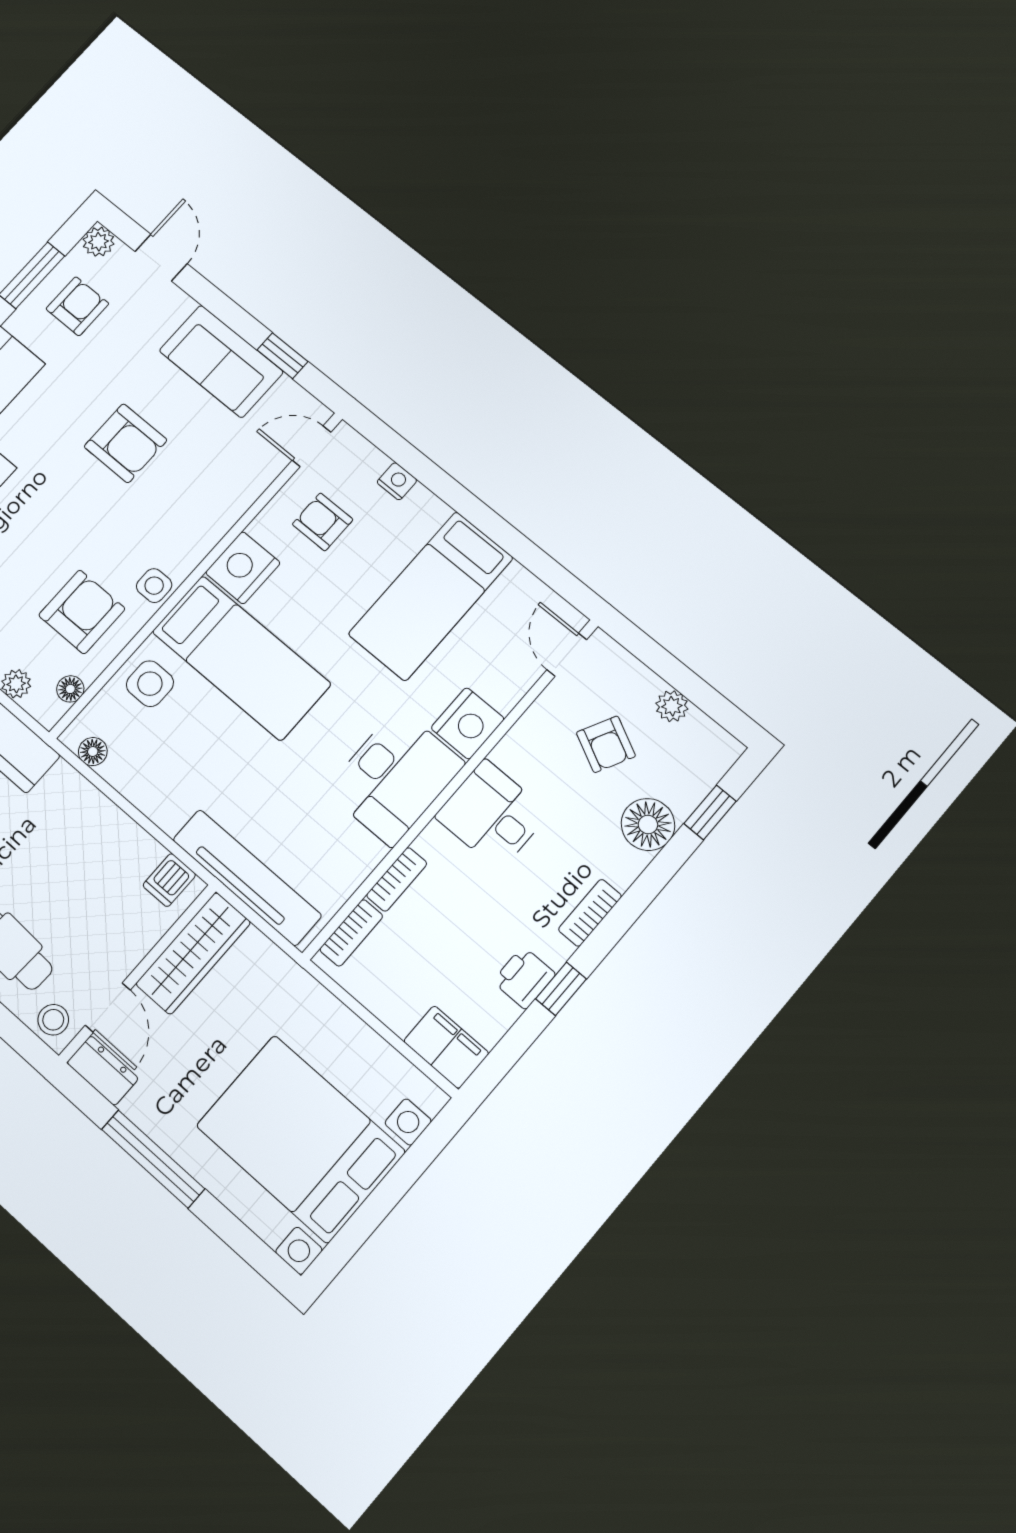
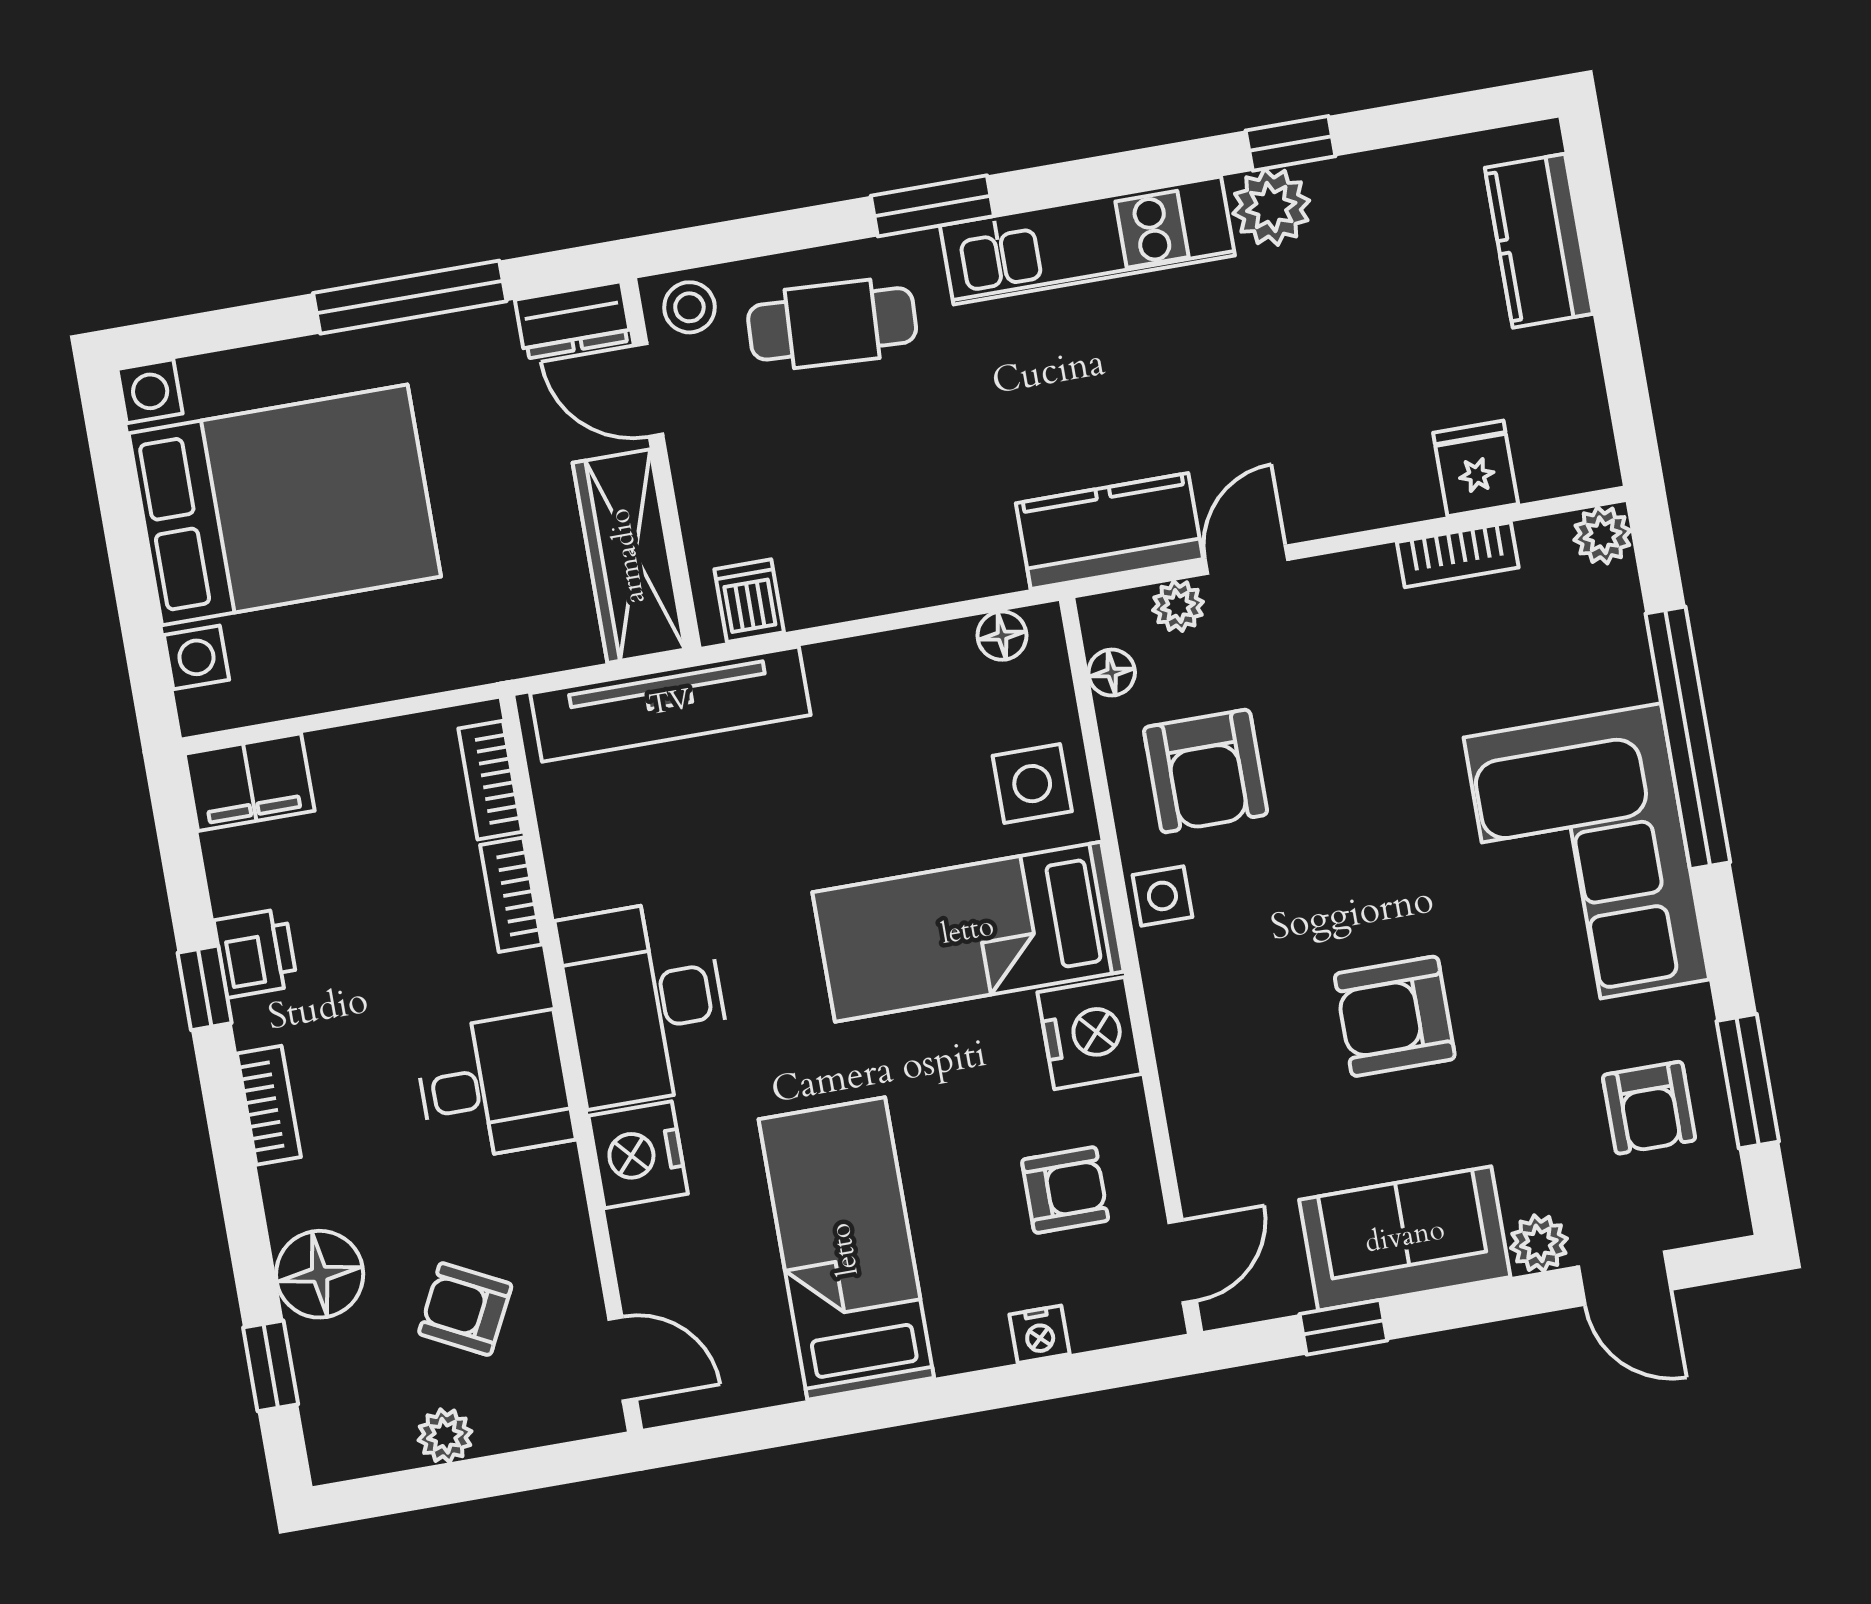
plant: (99, 242) -> (1539, 1243), moved

